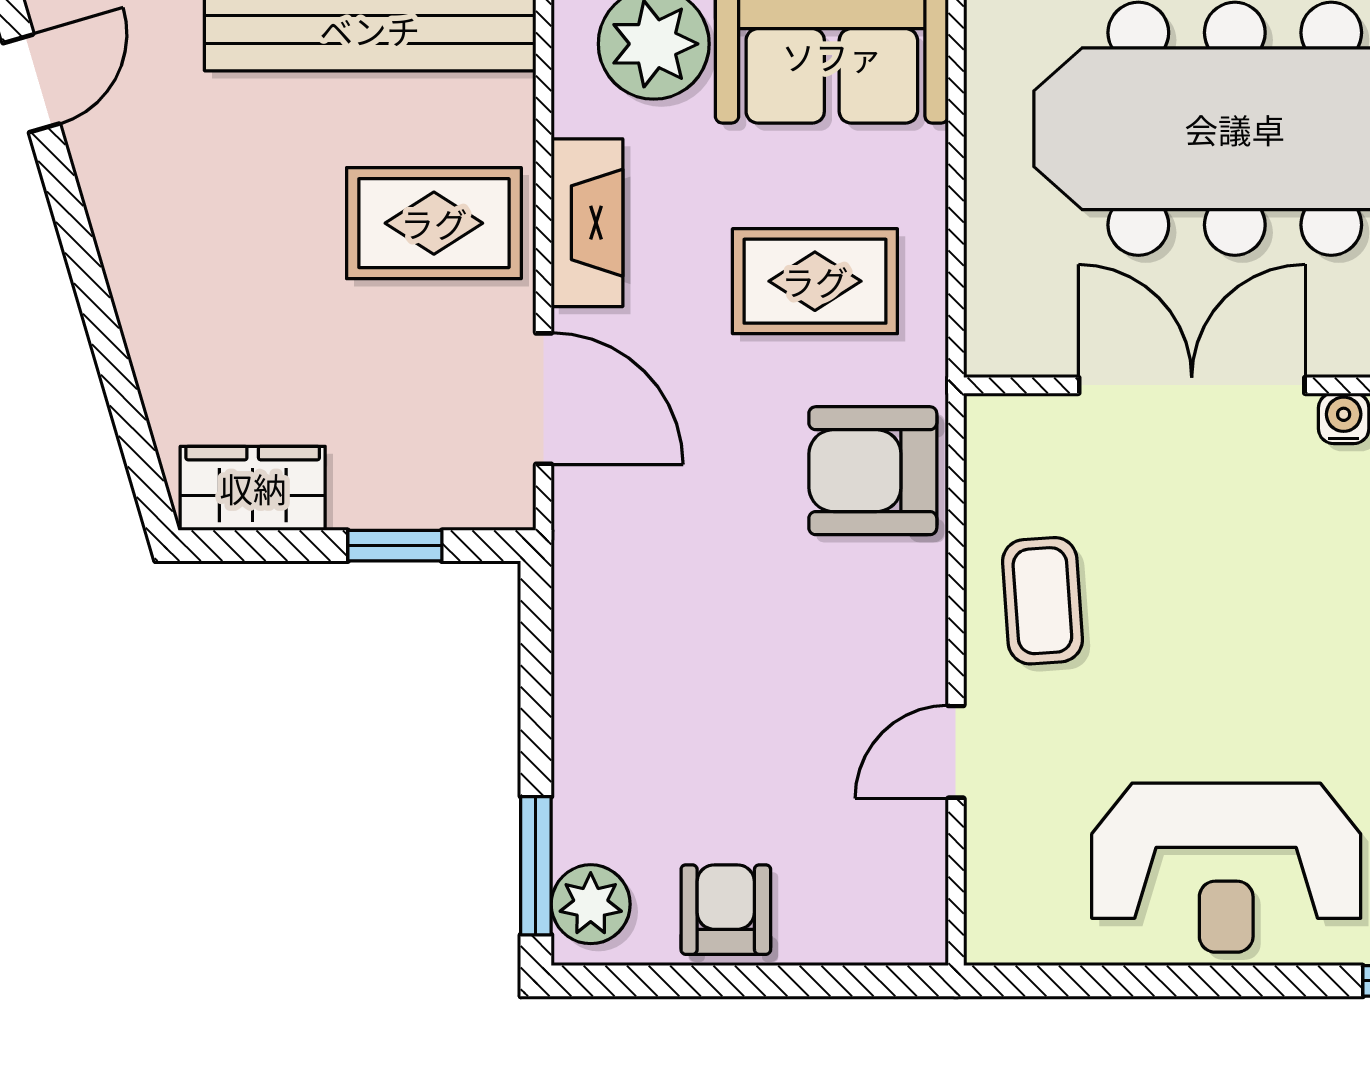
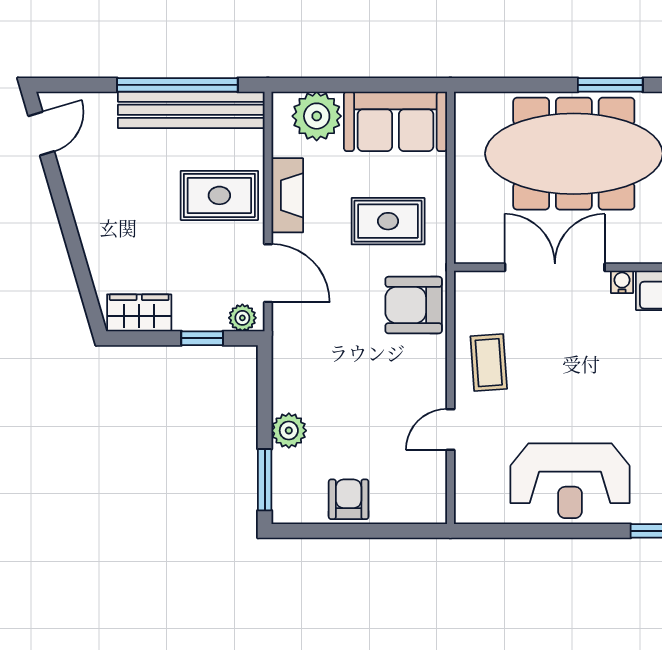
plant: (486, 500) -> (242, 318), added
plant: (591, 904) -> (289, 431), moved

